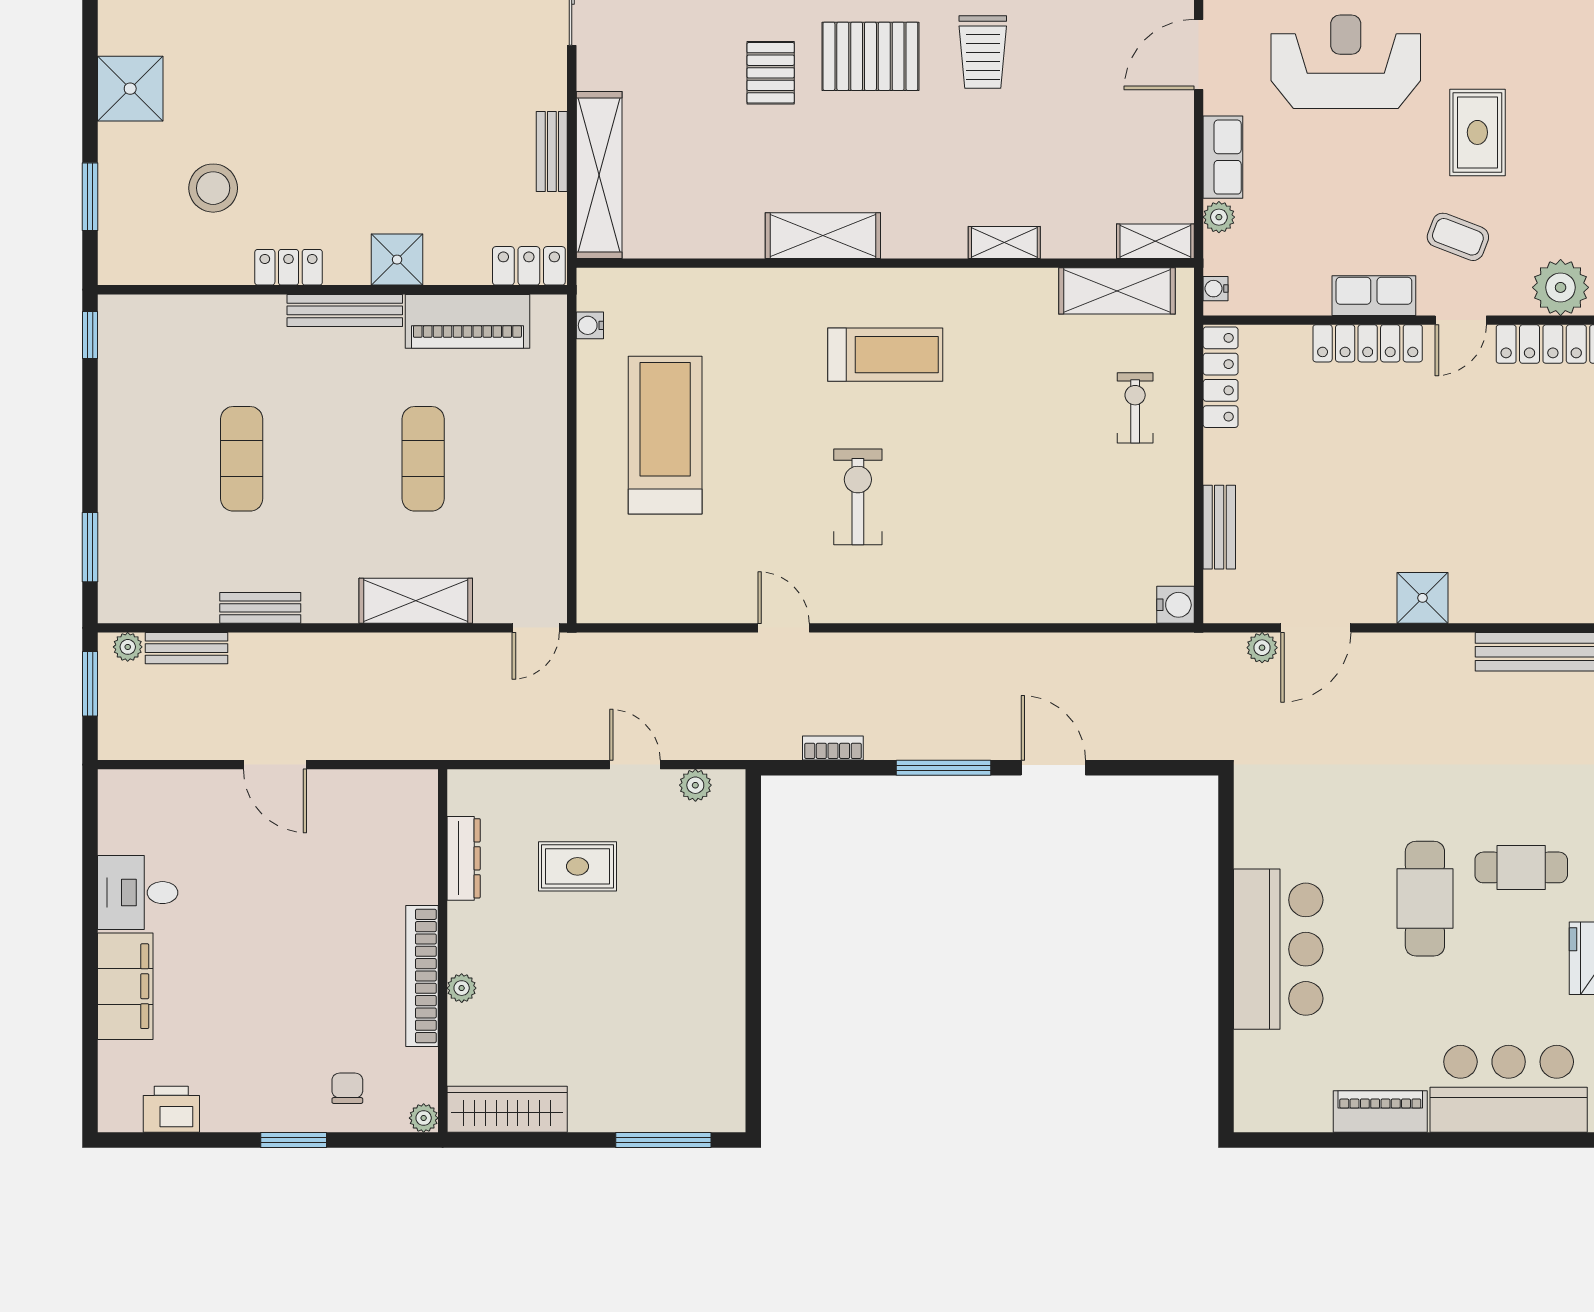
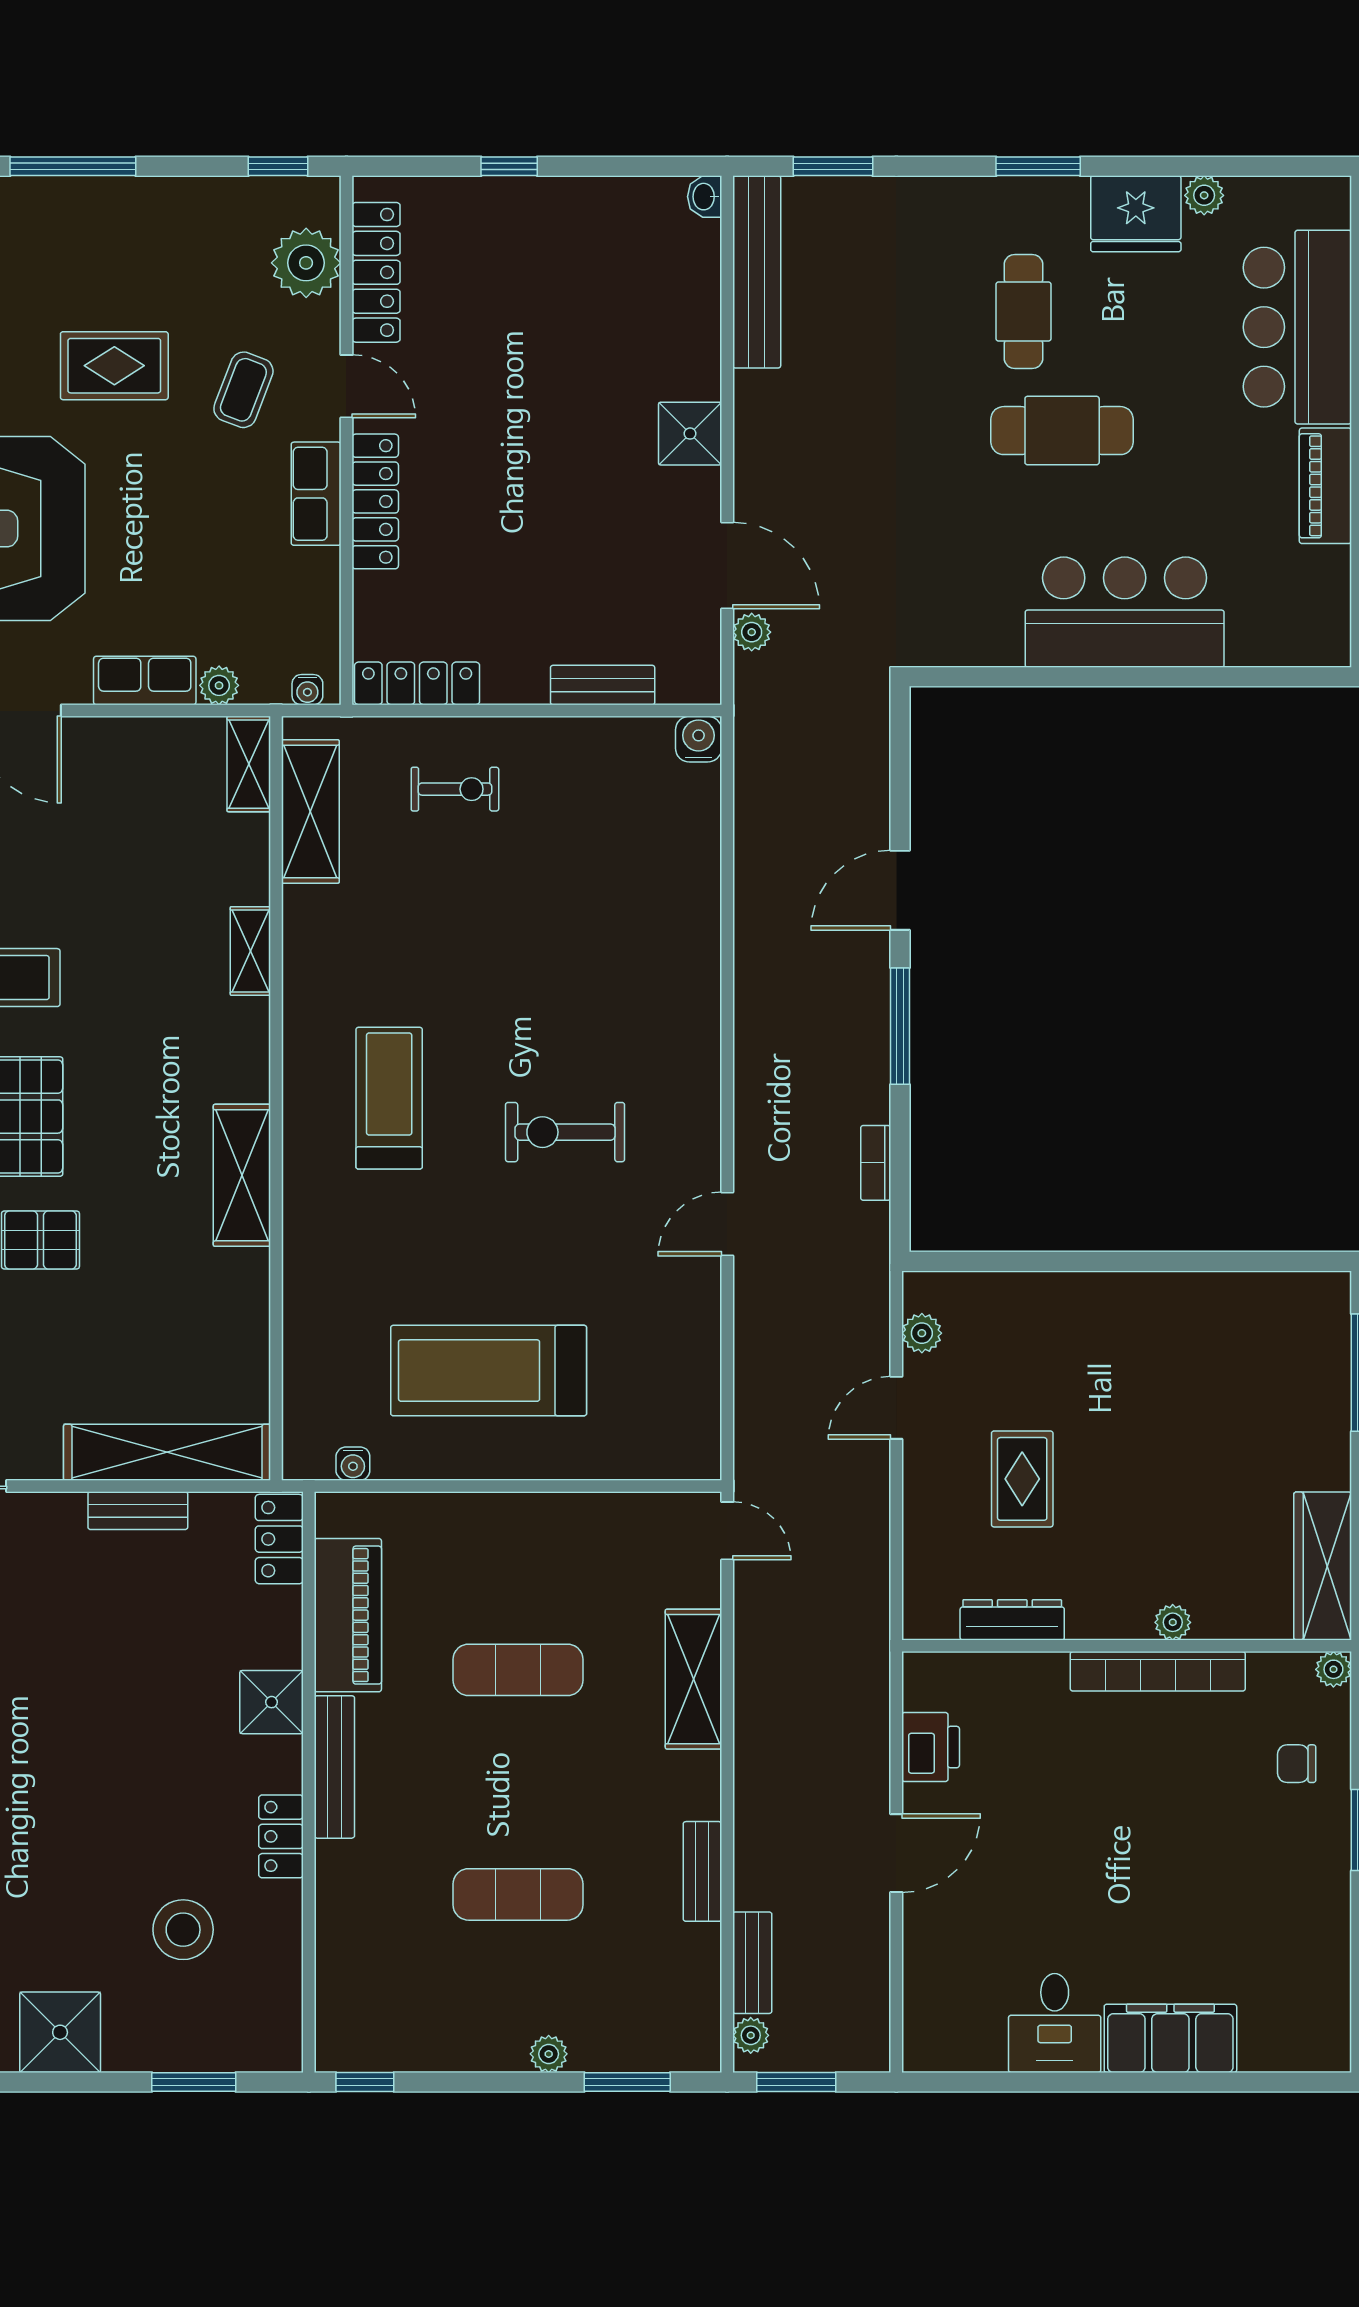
exercise bike: (1135, 408) -> (455, 789), turned 180
plant: (113, 484) -> (549, 2054), added
printer: (171, 1109) -> (931, 1747), moved, turned 180

